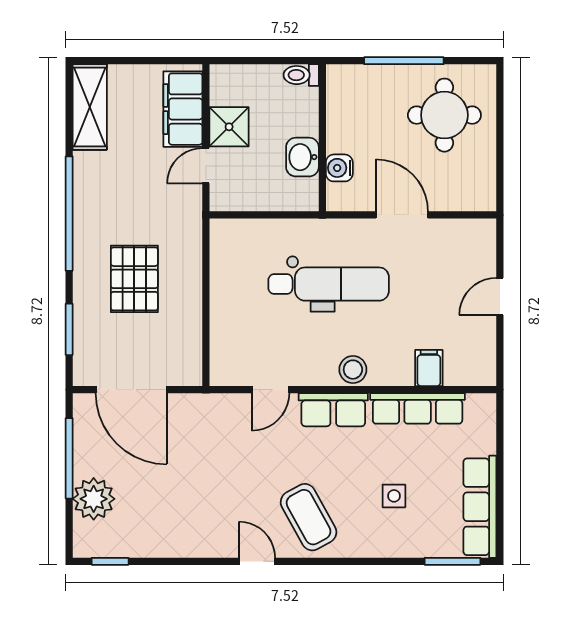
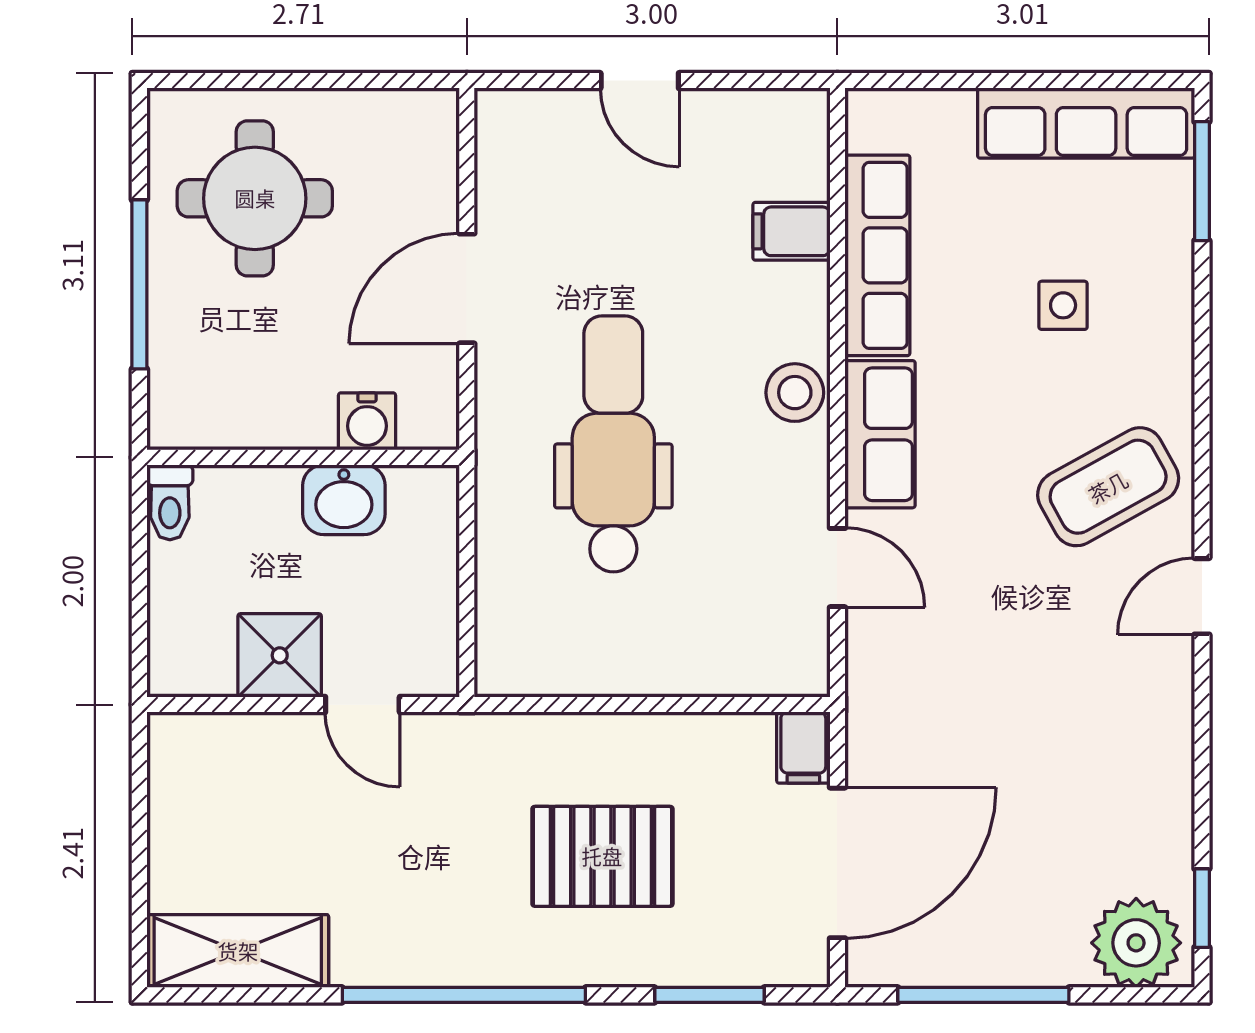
filing cabinet: (183, 109) -> (803, 748), moved, width x0.33, depth x0.86
plant: (94, 499) -> (1136, 943), moved

